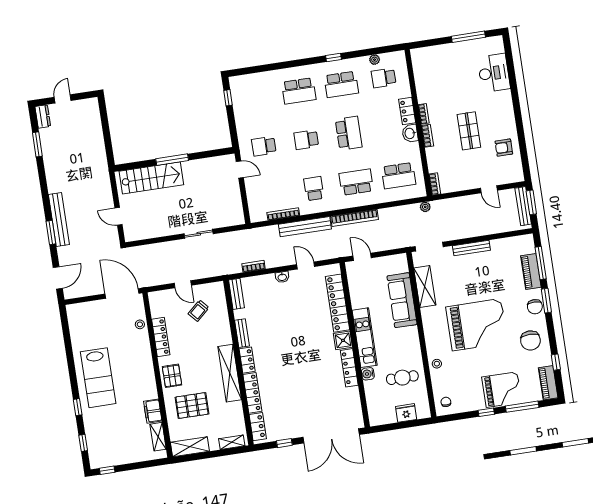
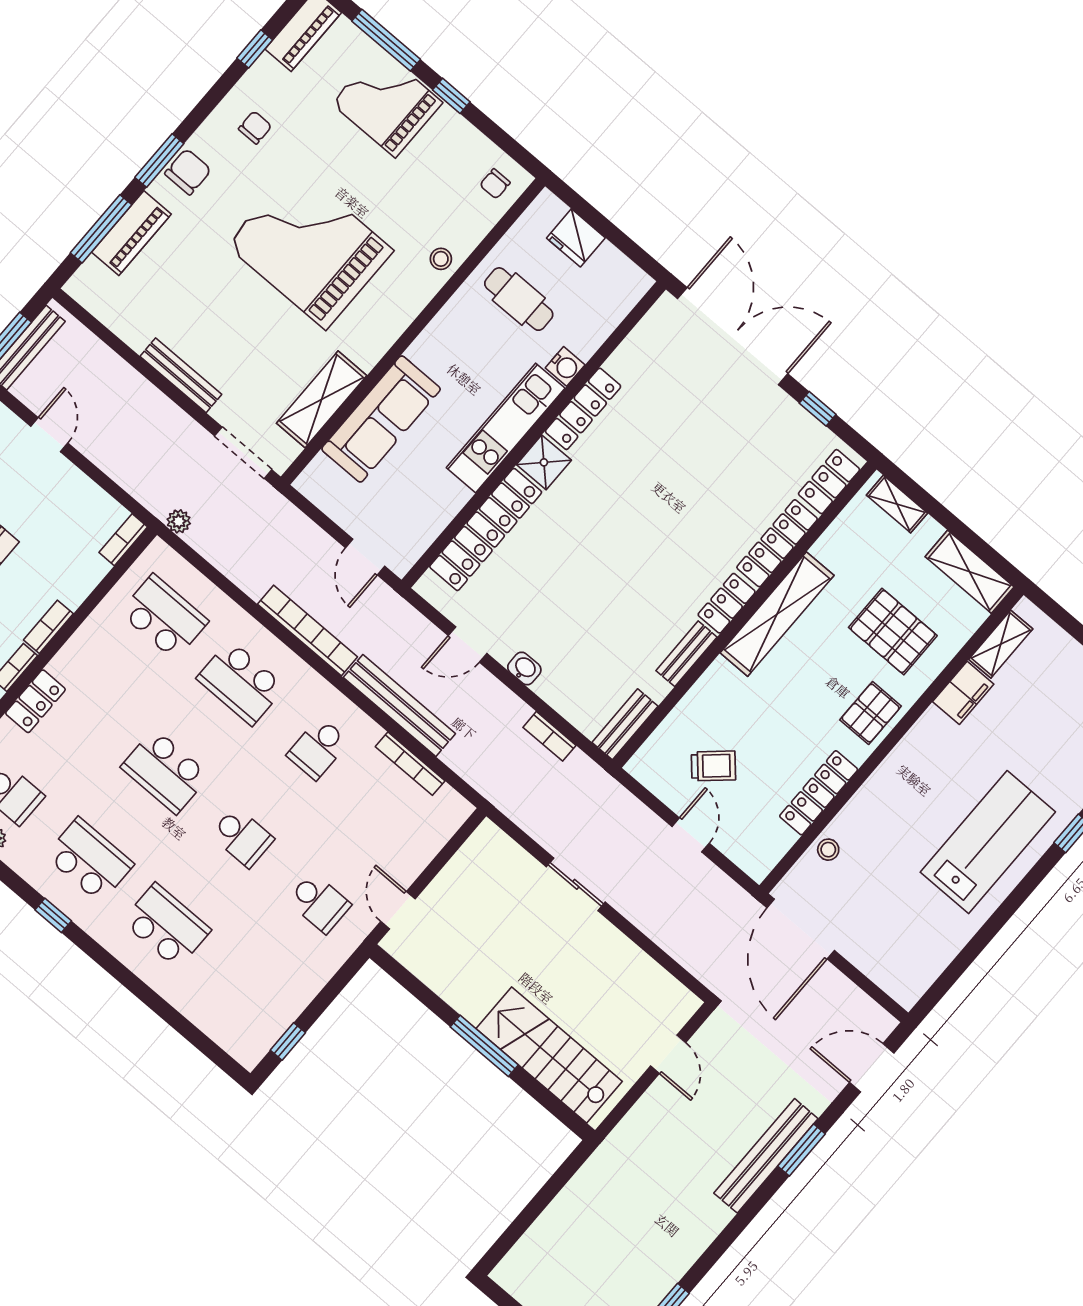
school desk: (349, 133) -> (165, 771), turned -90
washbasin: (410, 133) -> (71, 662), removed
door: (306, 265) -> (468, 644), hinge flipped
chair: (530, 340) -> (255, 128), width x0.54, depth x0.54

